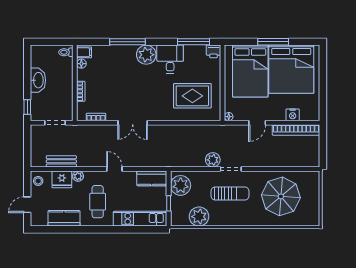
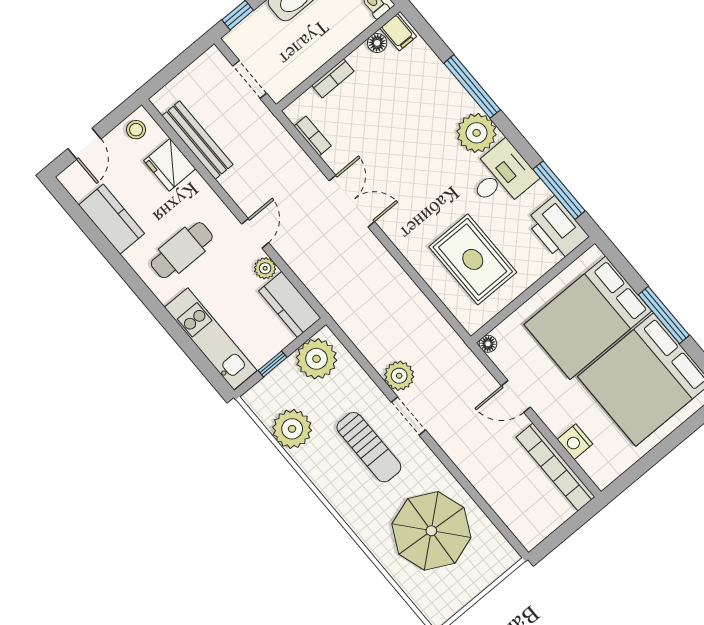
printer: (214, 51) -> (557, 229), width x1.87, depth x1.48
double door: (133, 123) -> (352, 201), swing flipped
bench: (61, 161) -> (197, 140), width x1.36
plant: (78, 176) -> (265, 268), moved
door: (27, 205) -> (84, 144), swing flipped

